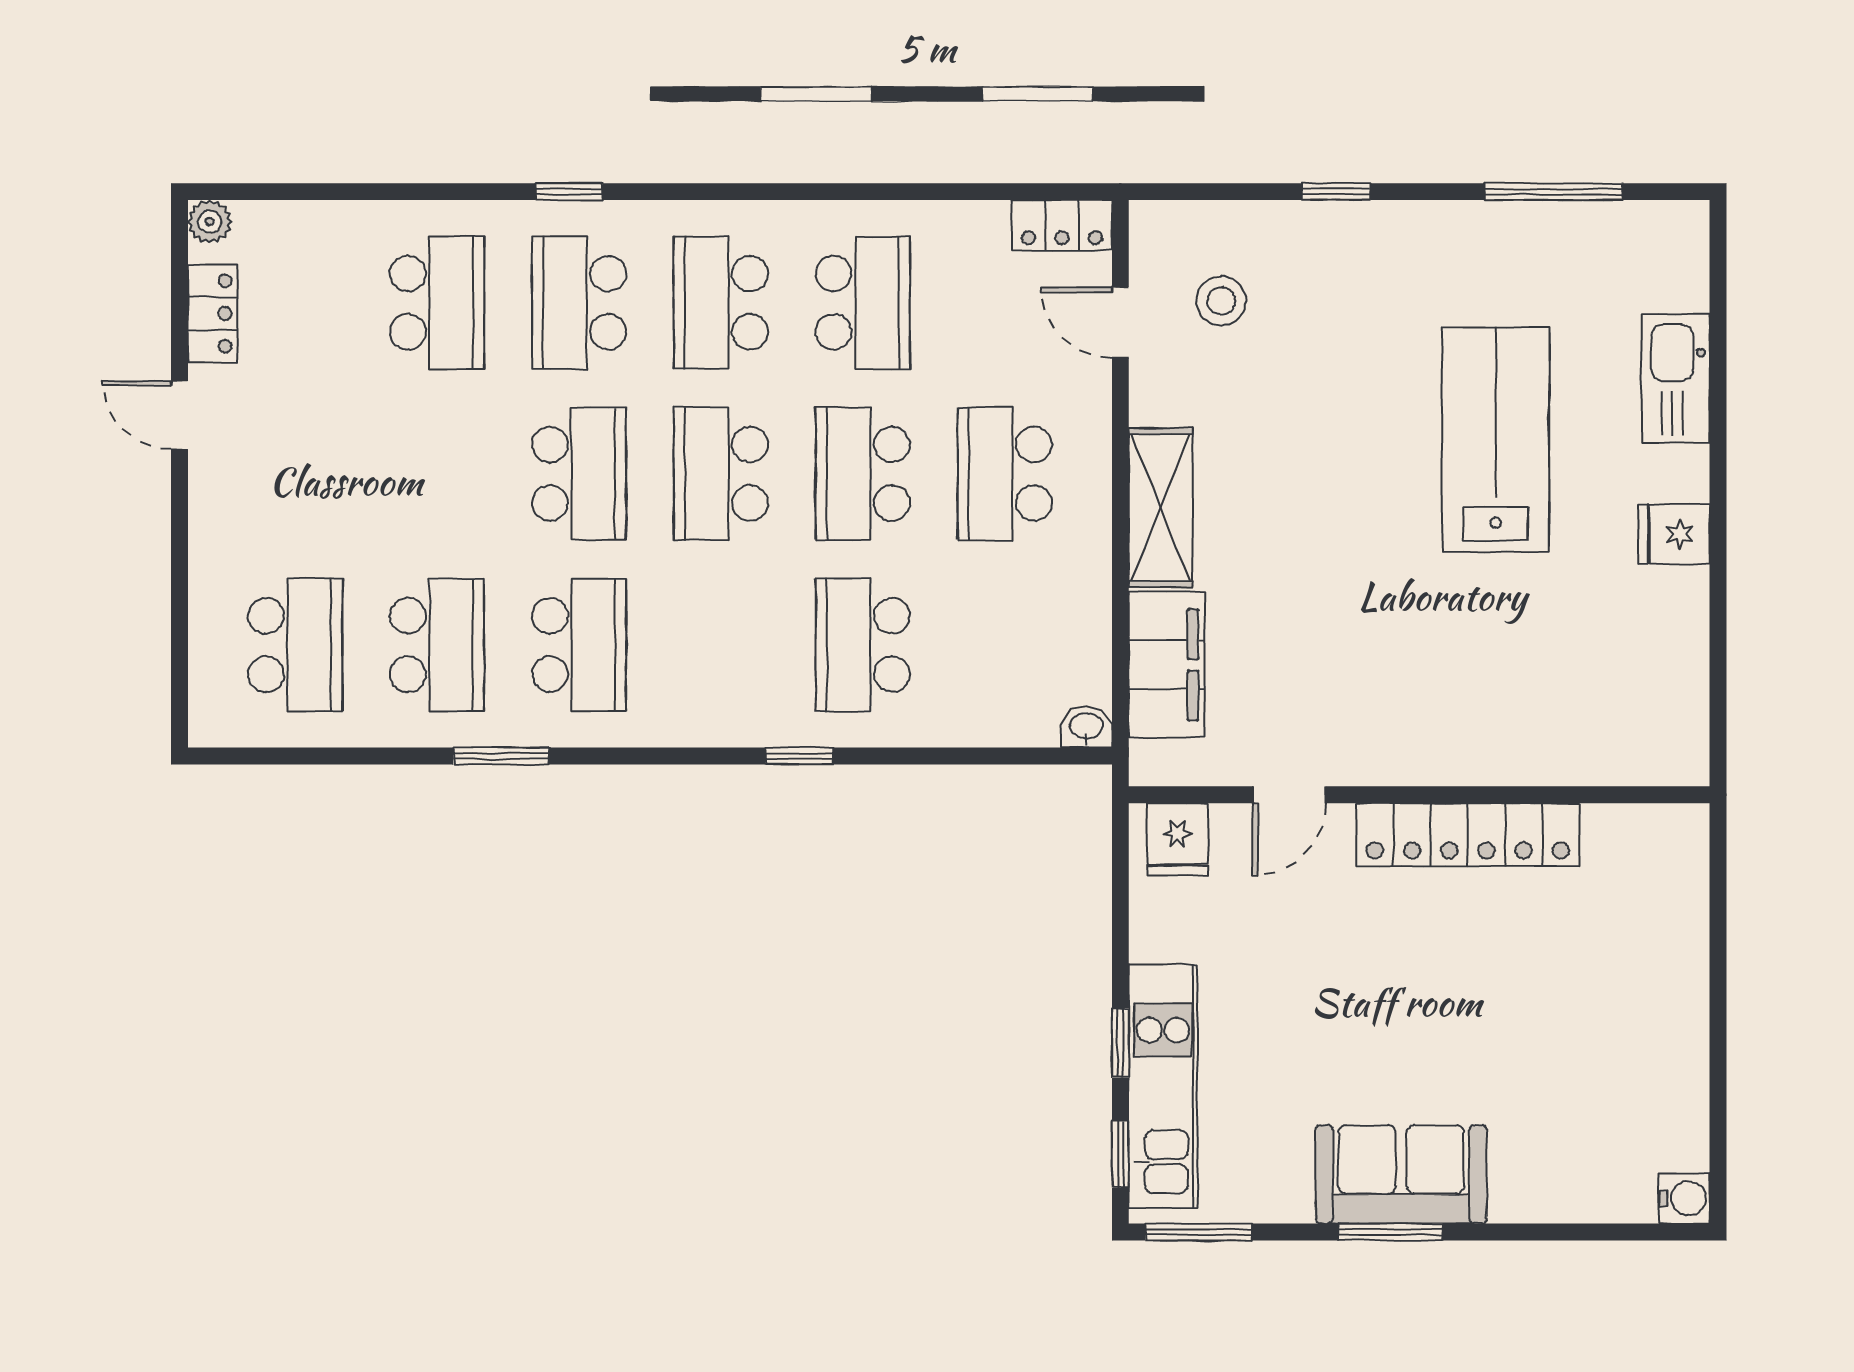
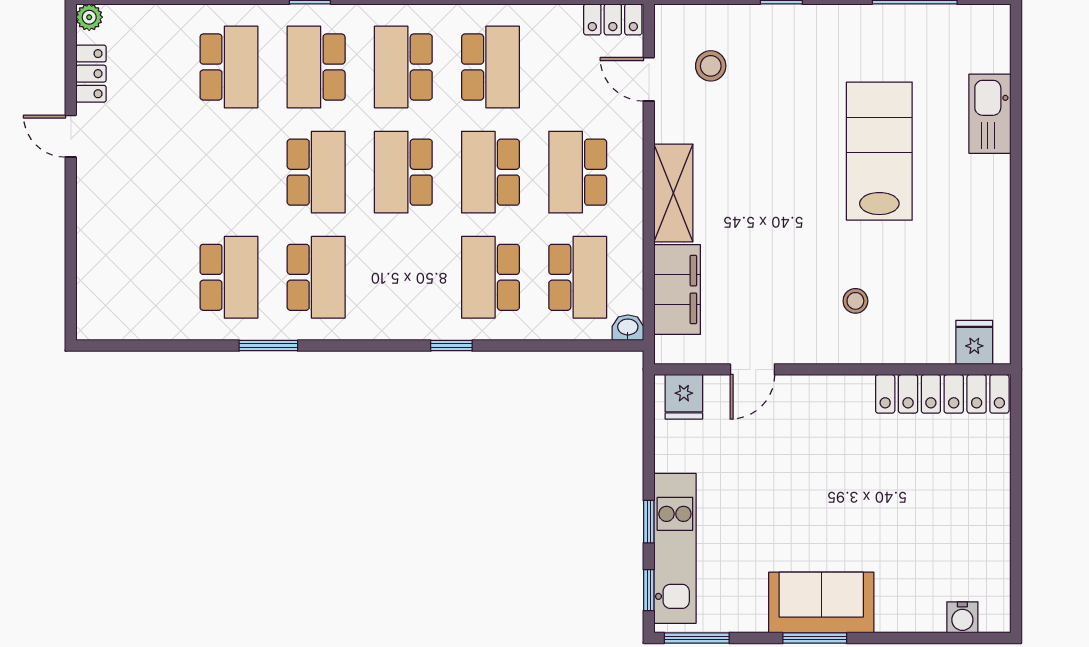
fridge: (1674, 534) -> (974, 342), moved, turned 90
school desk: (295, 645) -> (578, 277), moved
stool: (1457, 683) -> (855, 301), added
locker: (1468, 835) -> (942, 394), moved
water cooler: (1684, 1198) -> (962, 617), moved, turned 90

